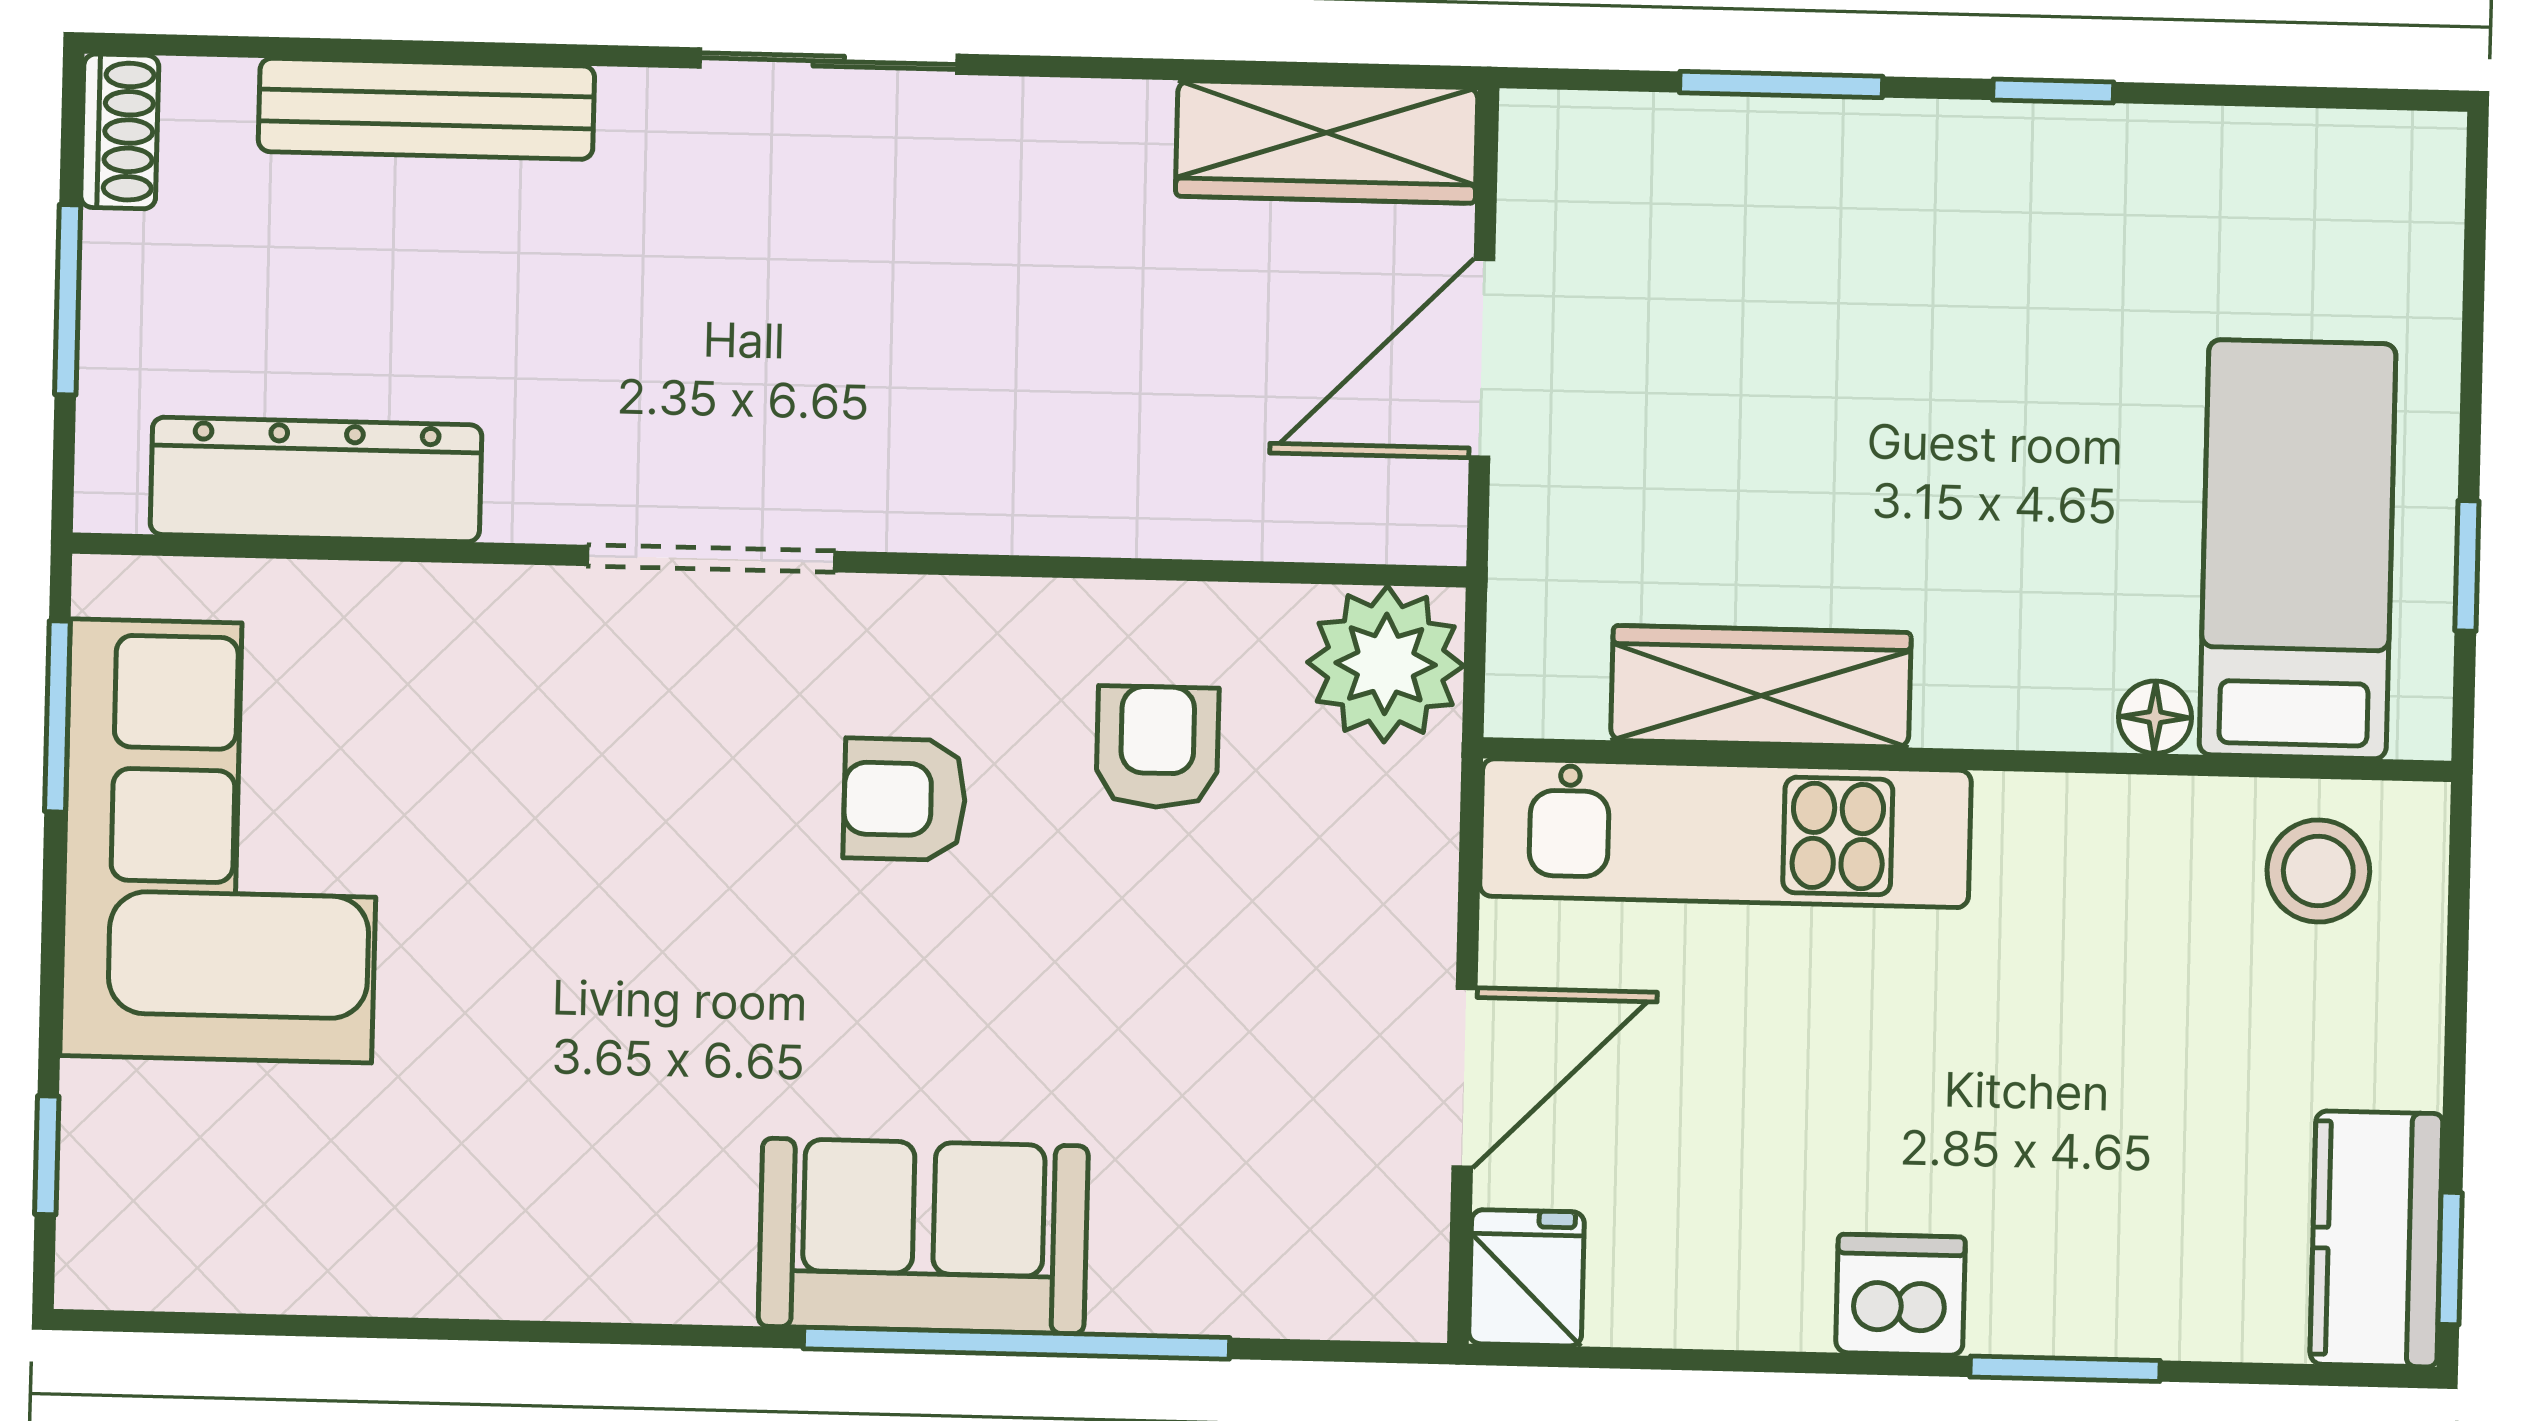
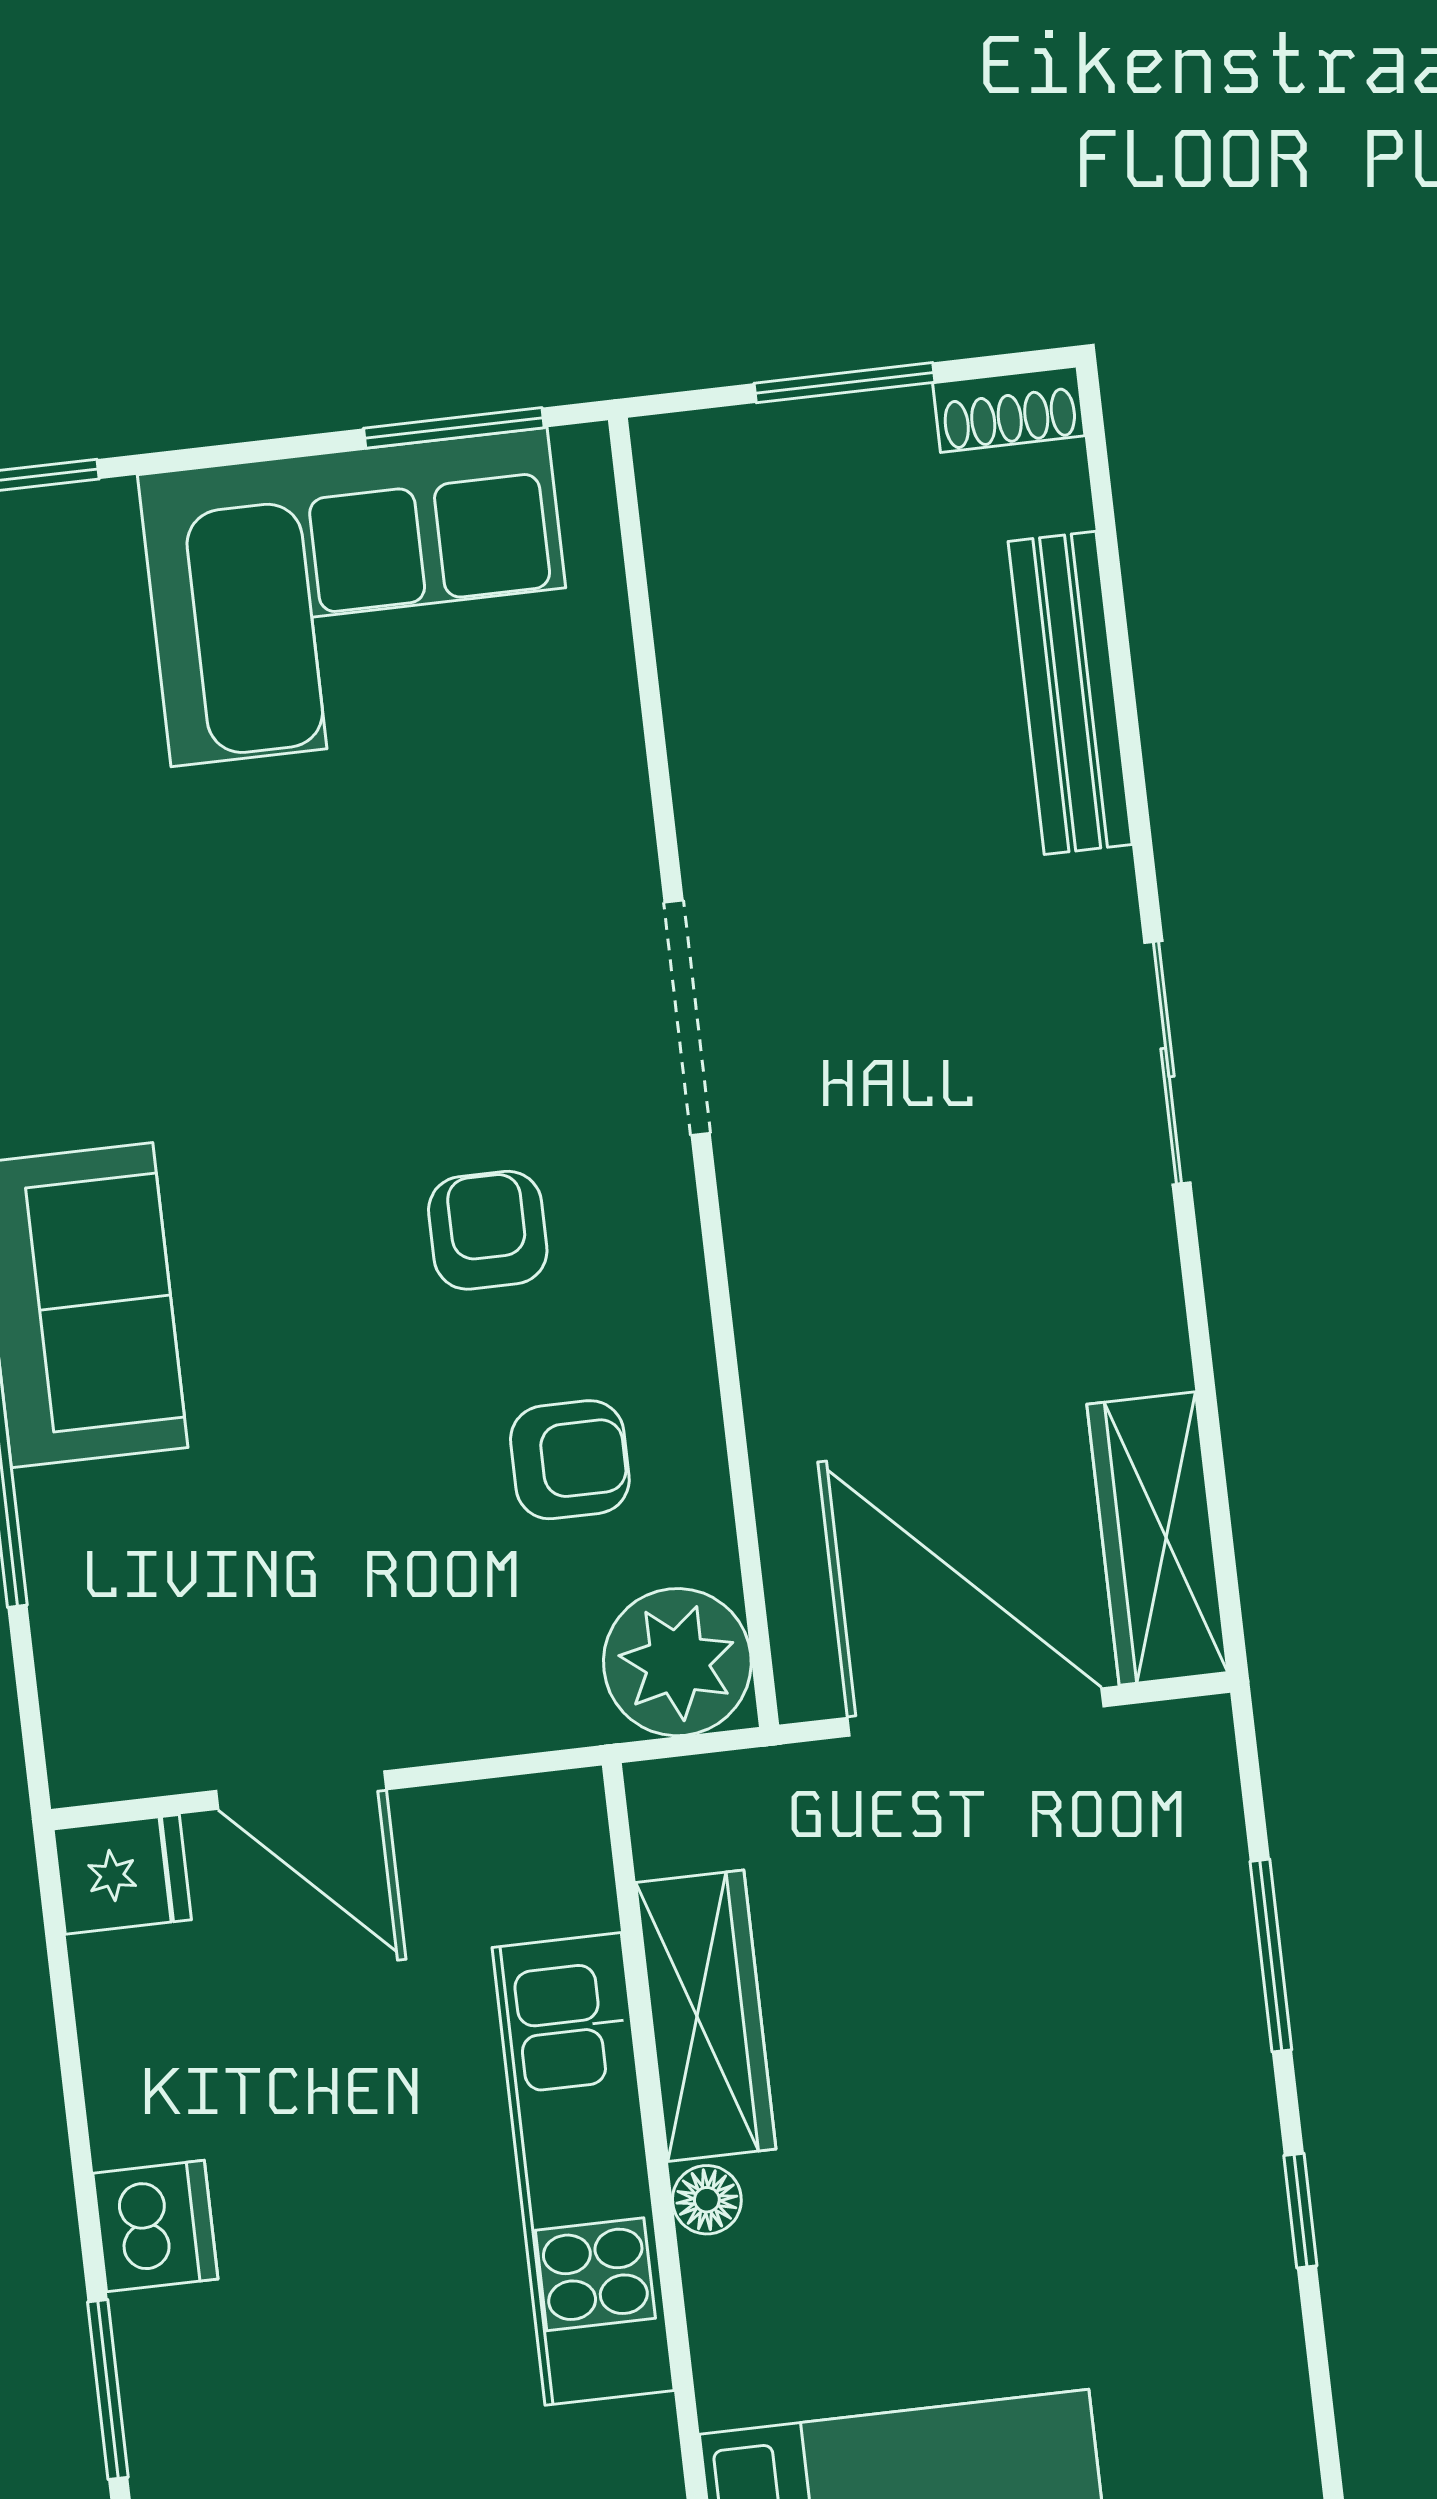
door: (1482, 358) -> (976, 1712), width x1.36
dresser: (316, 480) -> (709, 638), removed
floor lamp: (2155, 717) -> (707, 2200), moved
kitchen unit: (1725, 833) -> (583, 2169), moved

